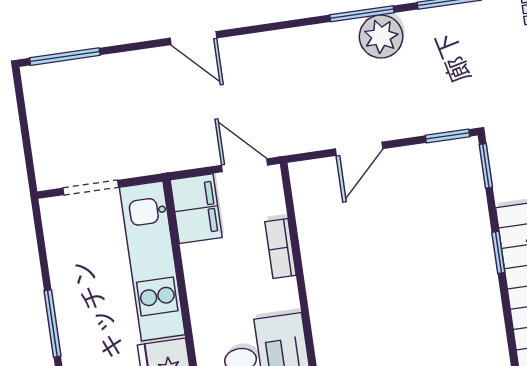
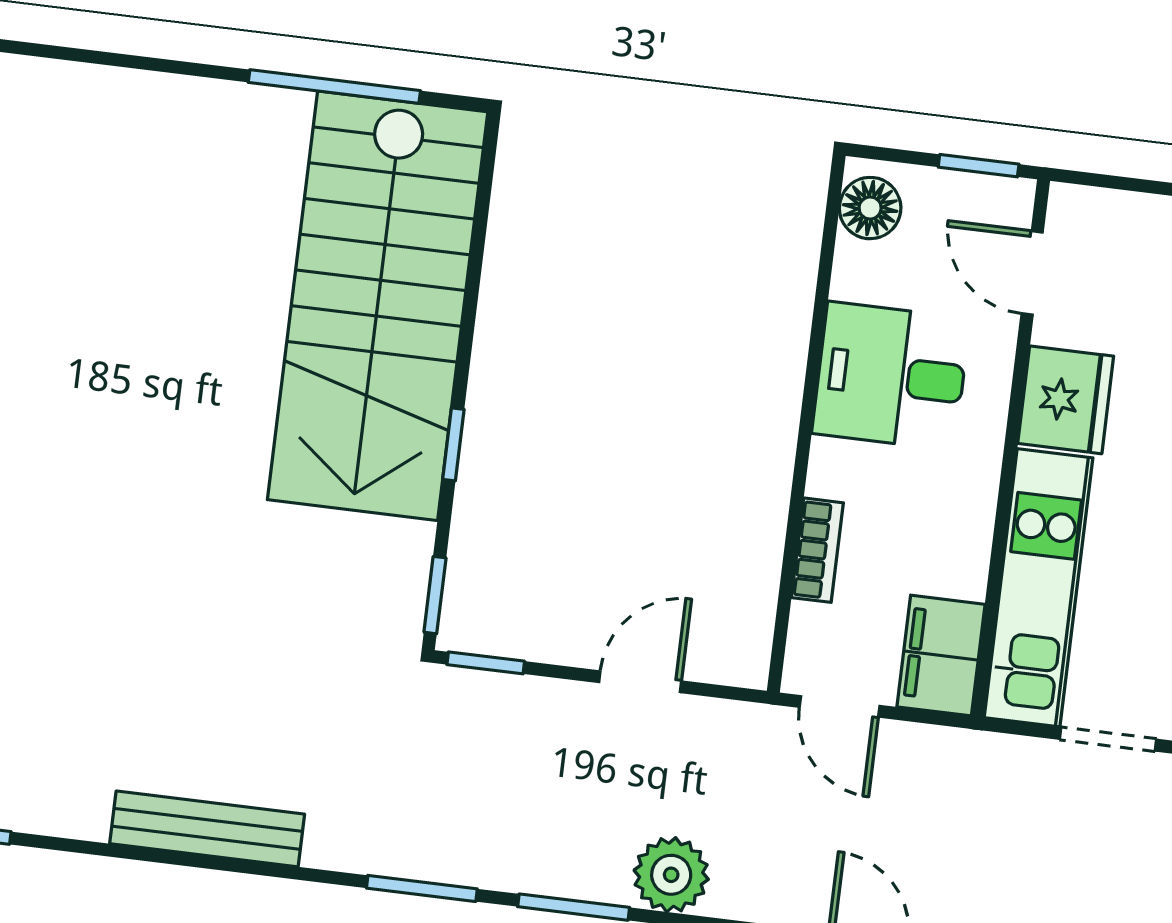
plant: (381, 37) -> (671, 875), moved

